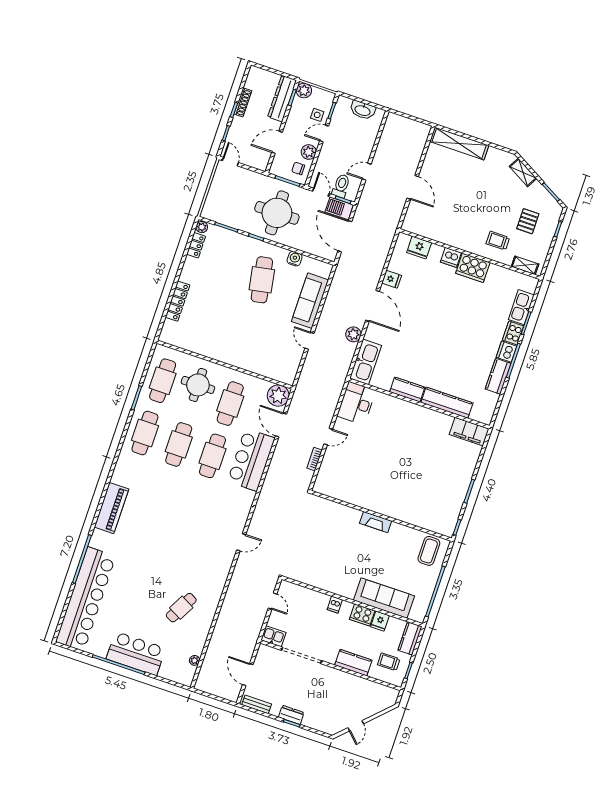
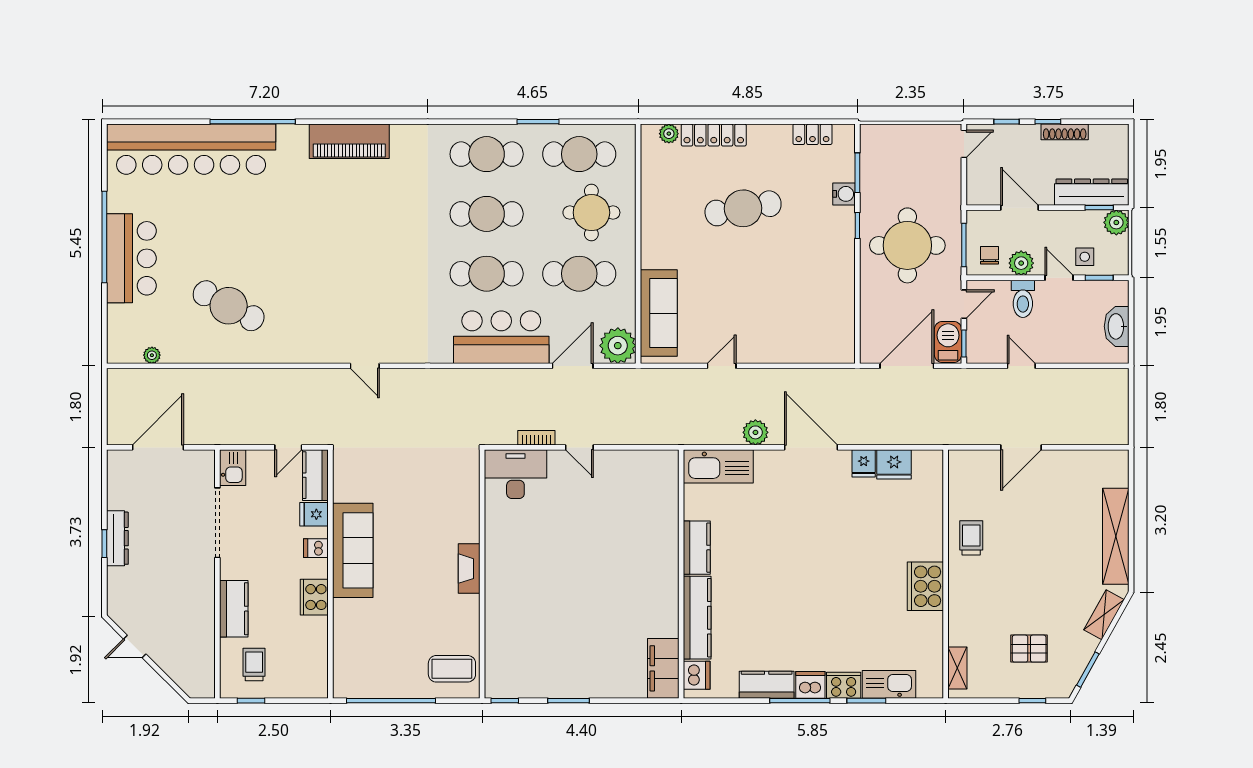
shelving: (459, 143) -> (1116, 536), moved
toilet: (341, 186) -> (1023, 299), moved, turned 90
plant: (202, 227) -> (669, 134), moved
trolley: (498, 241) -> (971, 538), moved
fridge: (419, 248) -> (894, 464), moved, turned -90
dishwasher: (451, 257) -> (697, 675), moved, turned 180
water cooler: (295, 259) -> (844, 194), moved
cafe table: (262, 280) -> (743, 208), moved
sofa: (310, 301) -> (659, 313), moved, turned 90
door: (373, 306) -> (811, 447), swing flipped
desk: (356, 403) -> (515, 474), moved
sofa: (384, 598) -> (353, 550), moved
cafe table: (181, 608) -> (229, 306), width x1.37, depth x1.35
fridge: (380, 621) -> (314, 514), moved
kitchen counter: (410, 638) -> (315, 475), moved, turned -90
door: (248, 675) -> (158, 447), width x1.36
bench: (257, 704) -> (116, 478), removed
dresser: (291, 715) -> (117, 538), width x1.44

